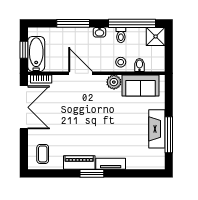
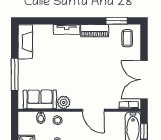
fireplace: (157, 129) -> (25, 42), moved
window: (169, 135) -> (15, 74), moved
window: (92, 173) -> (117, 21), moved

